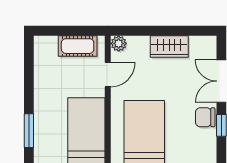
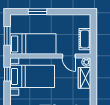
wardrobe: (169, 47) -> (85, 78), moved

